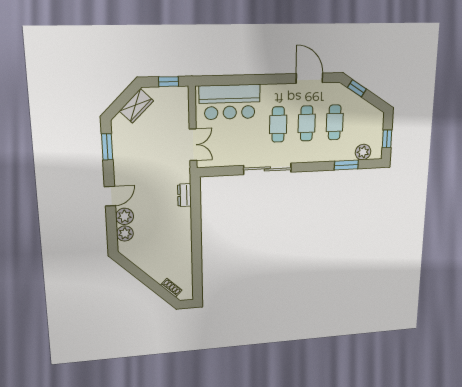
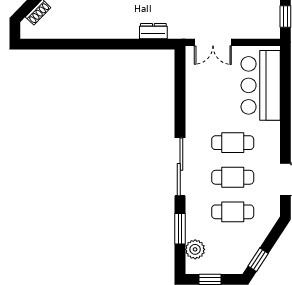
window: (357, 88) -> (258, 260), moved
sliding door: (267, 169) -> (180, 167), moved

